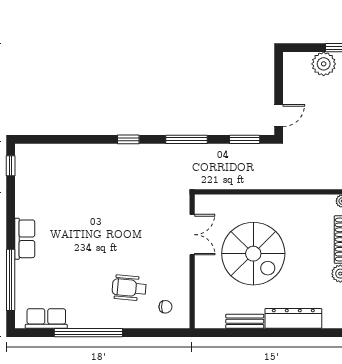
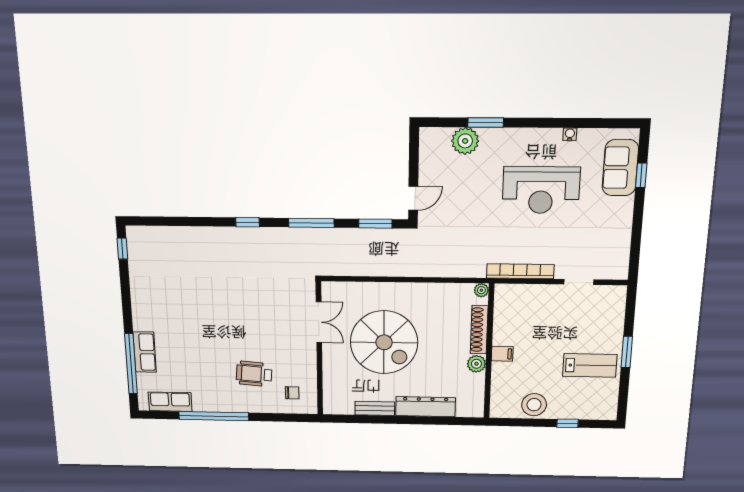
row of seats: (25, 239) -> (145, 352), moved

